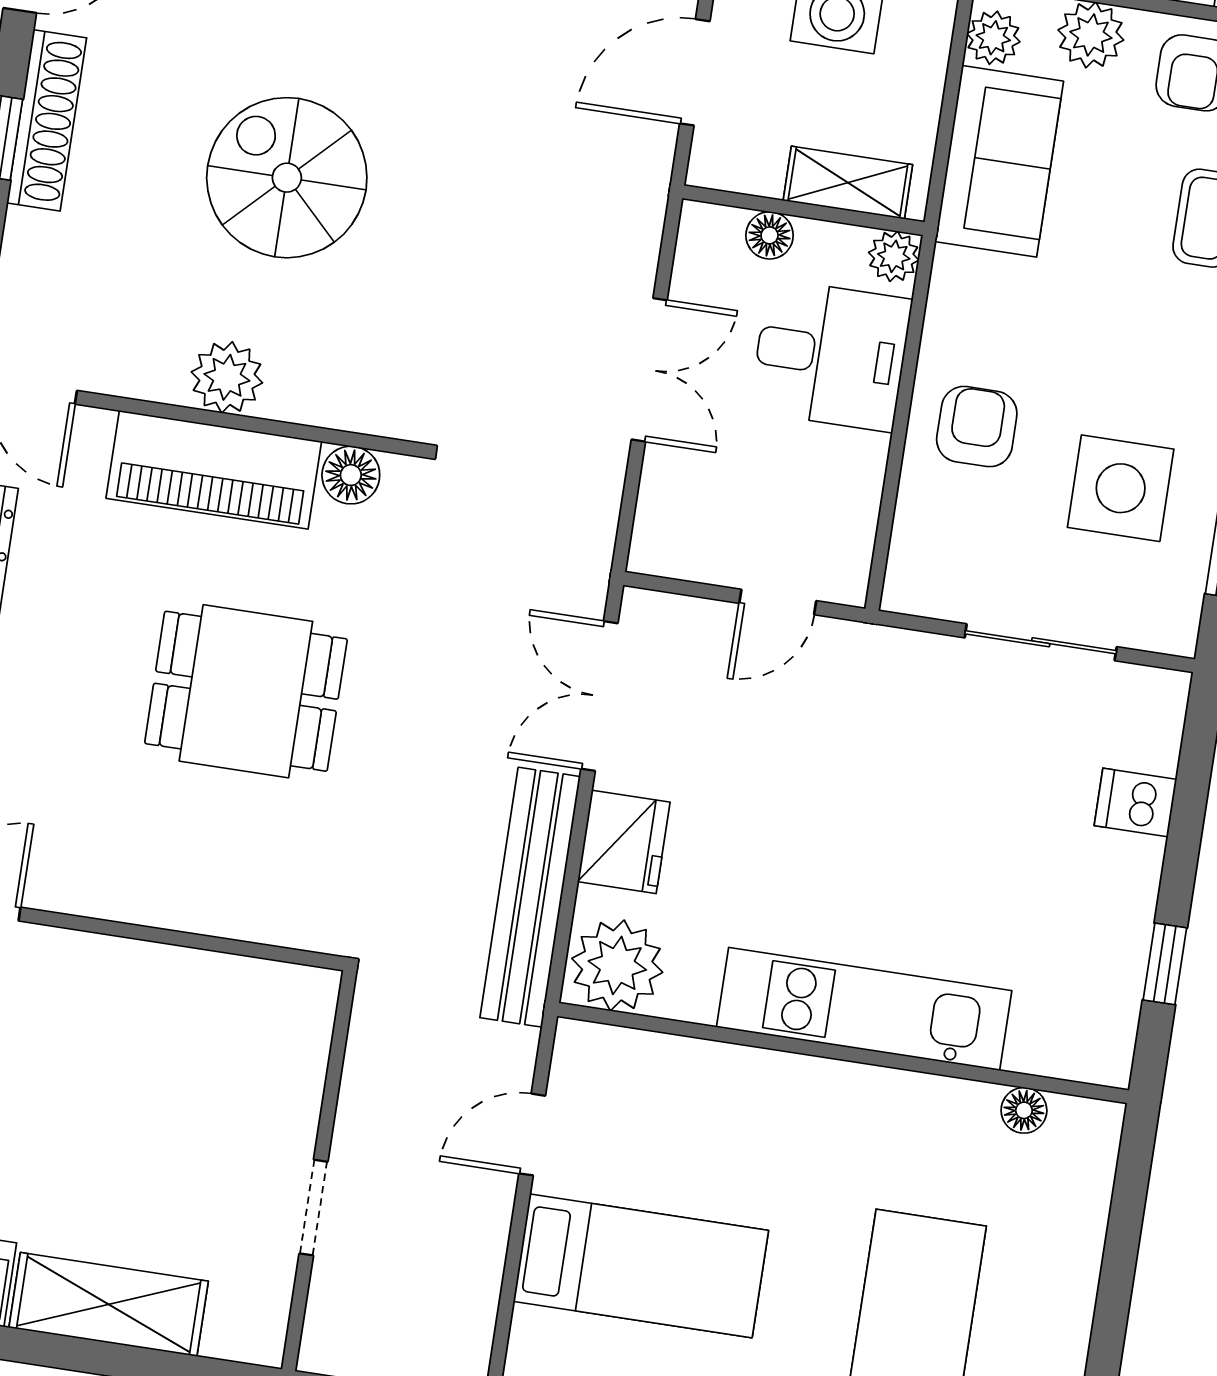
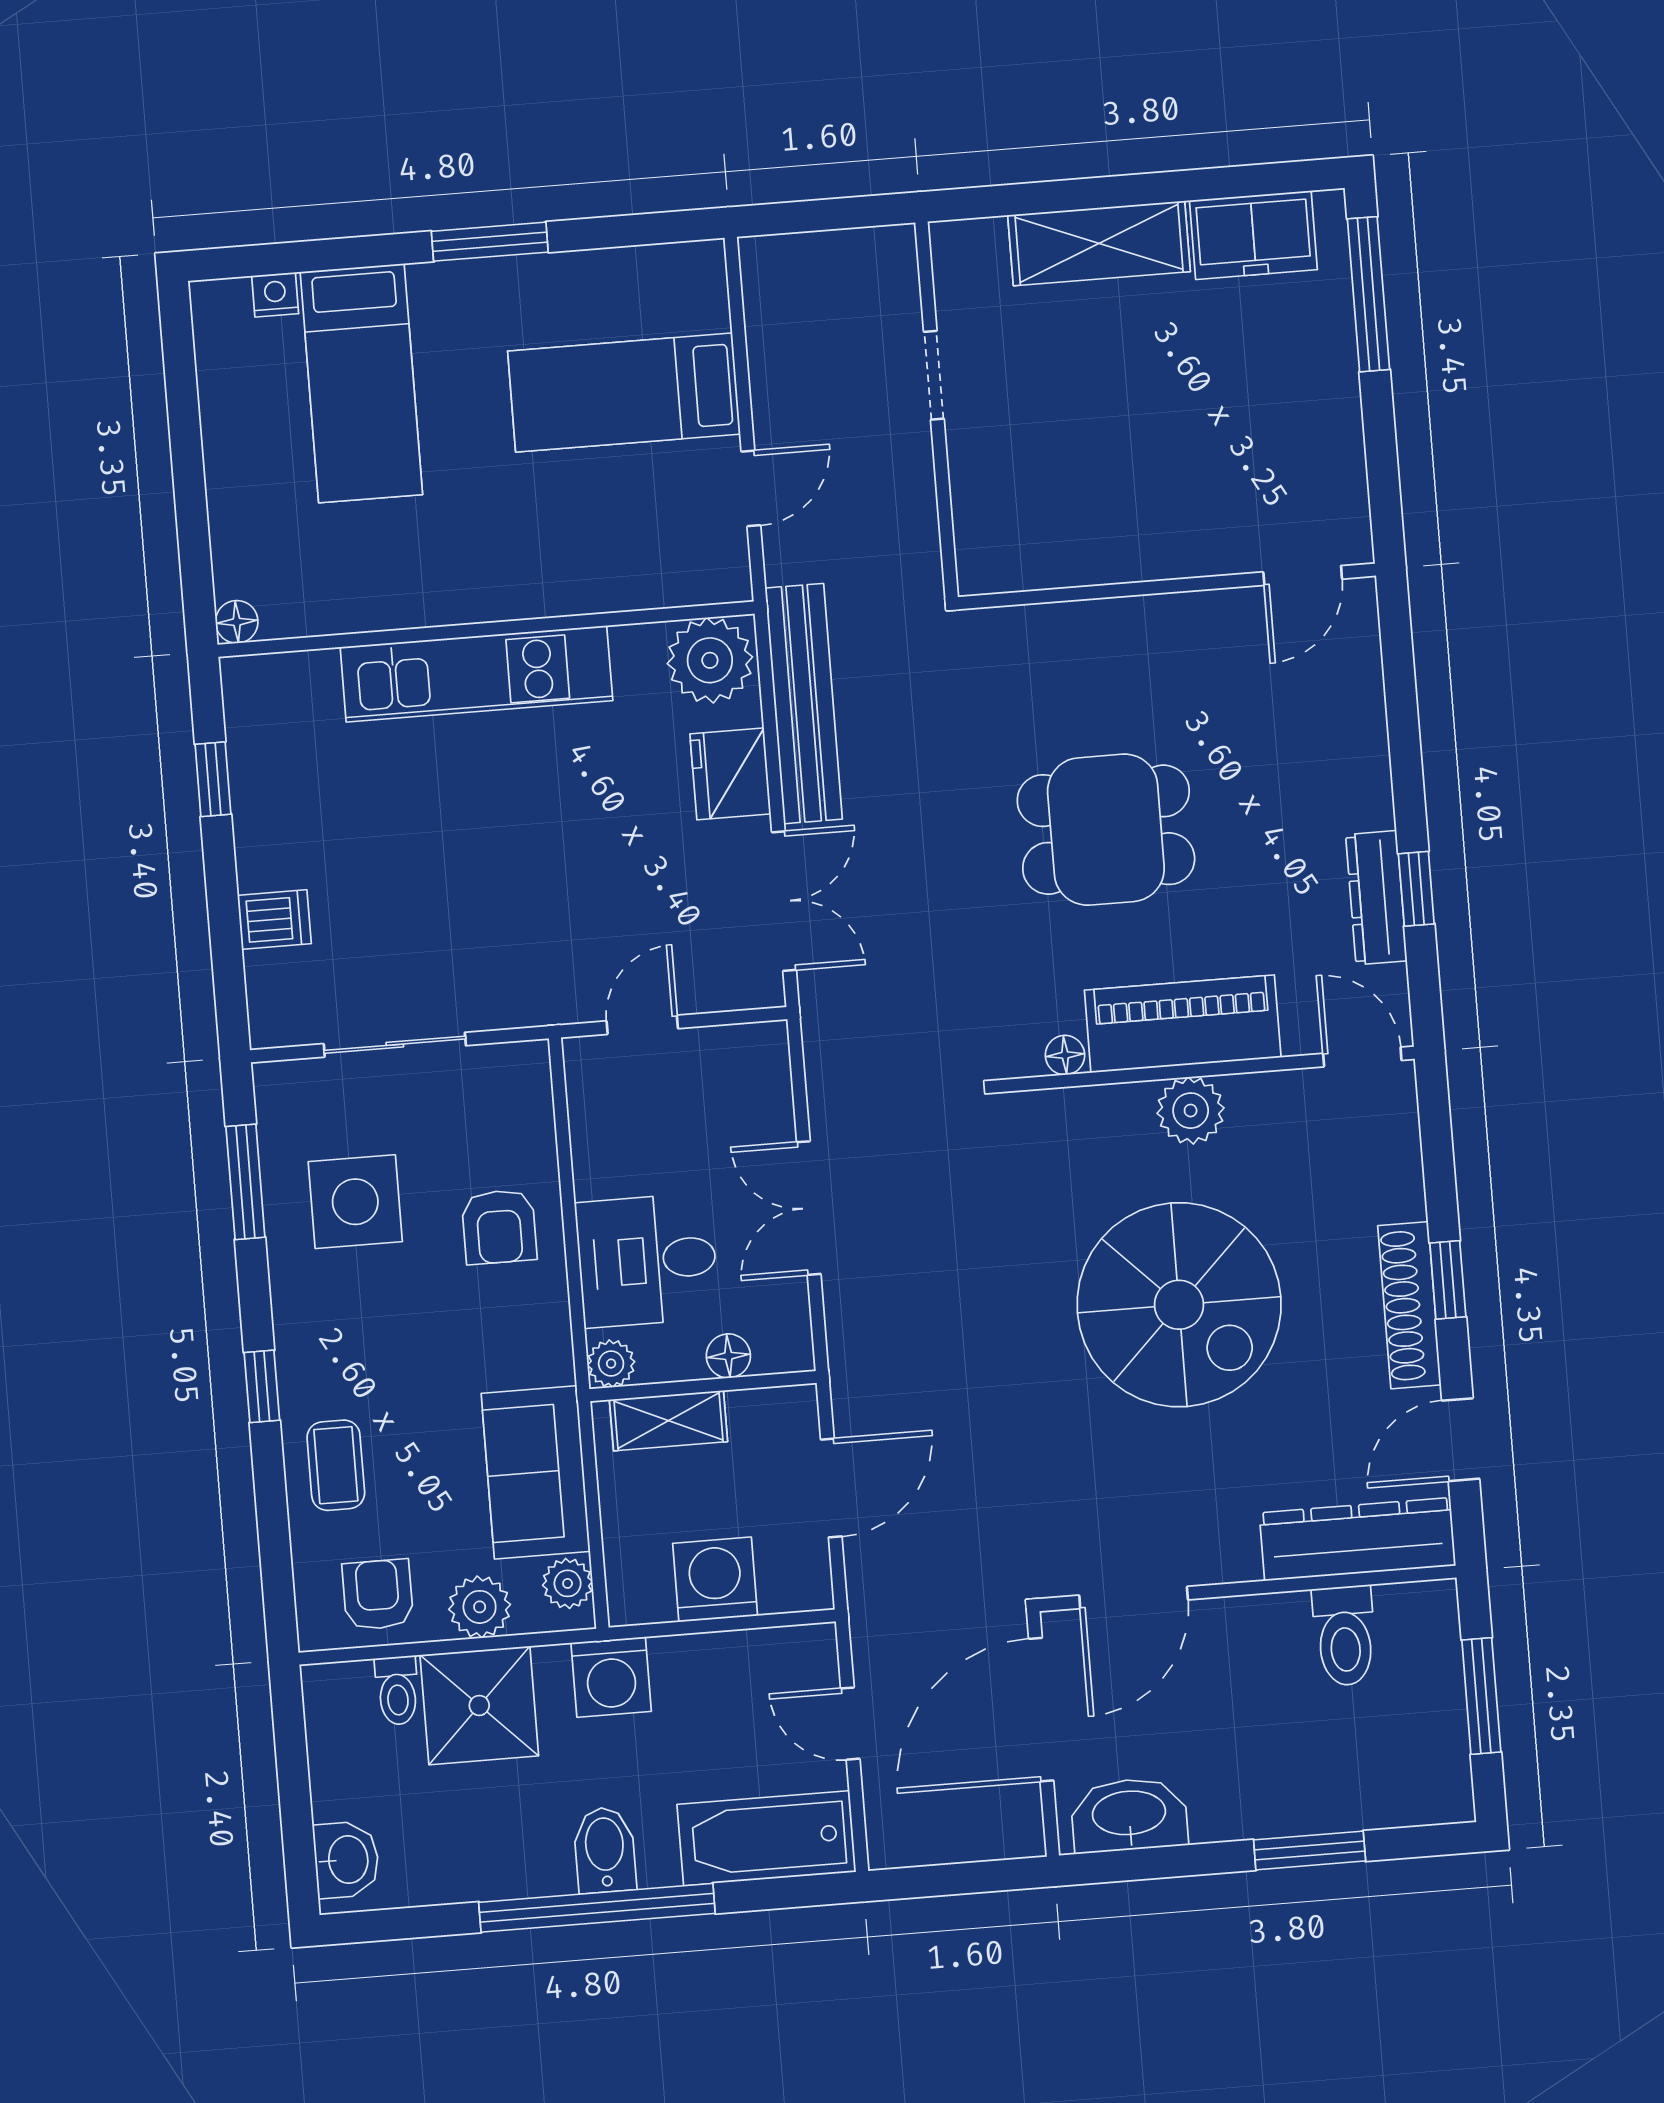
spiral stairs: (287, 178) -> (1179, 1305), width x1.37, depth x1.37
floor lamp: (351, 475) -> (1065, 1055), width x0.73, depth x0.73
floor lamp: (1024, 1110) -> (237, 622), moved

